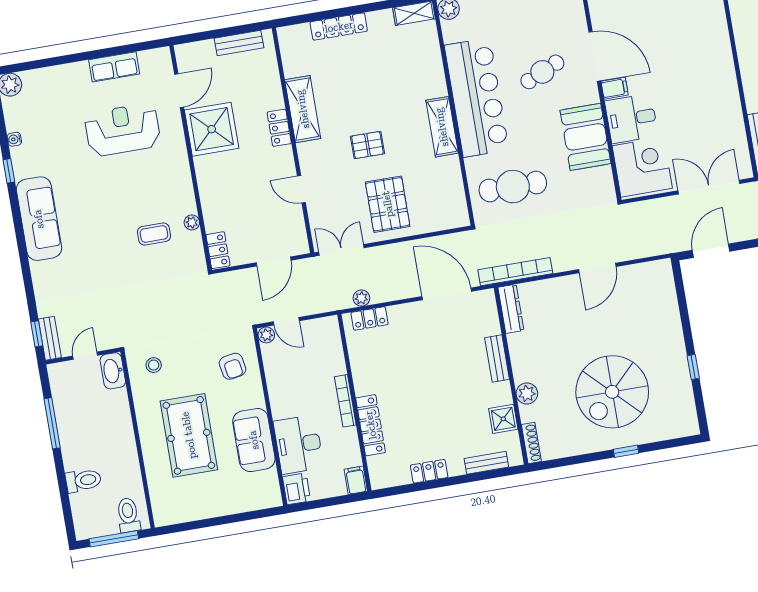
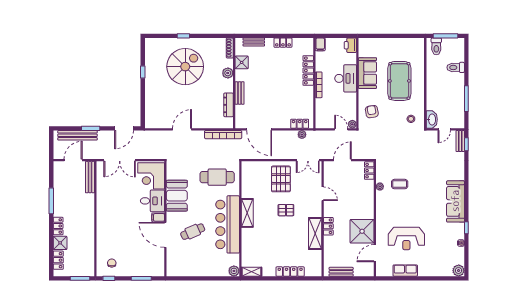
dresser: (511, 309) -> (228, 105), moved
desk: (299, 444) -> (346, 78), moved

